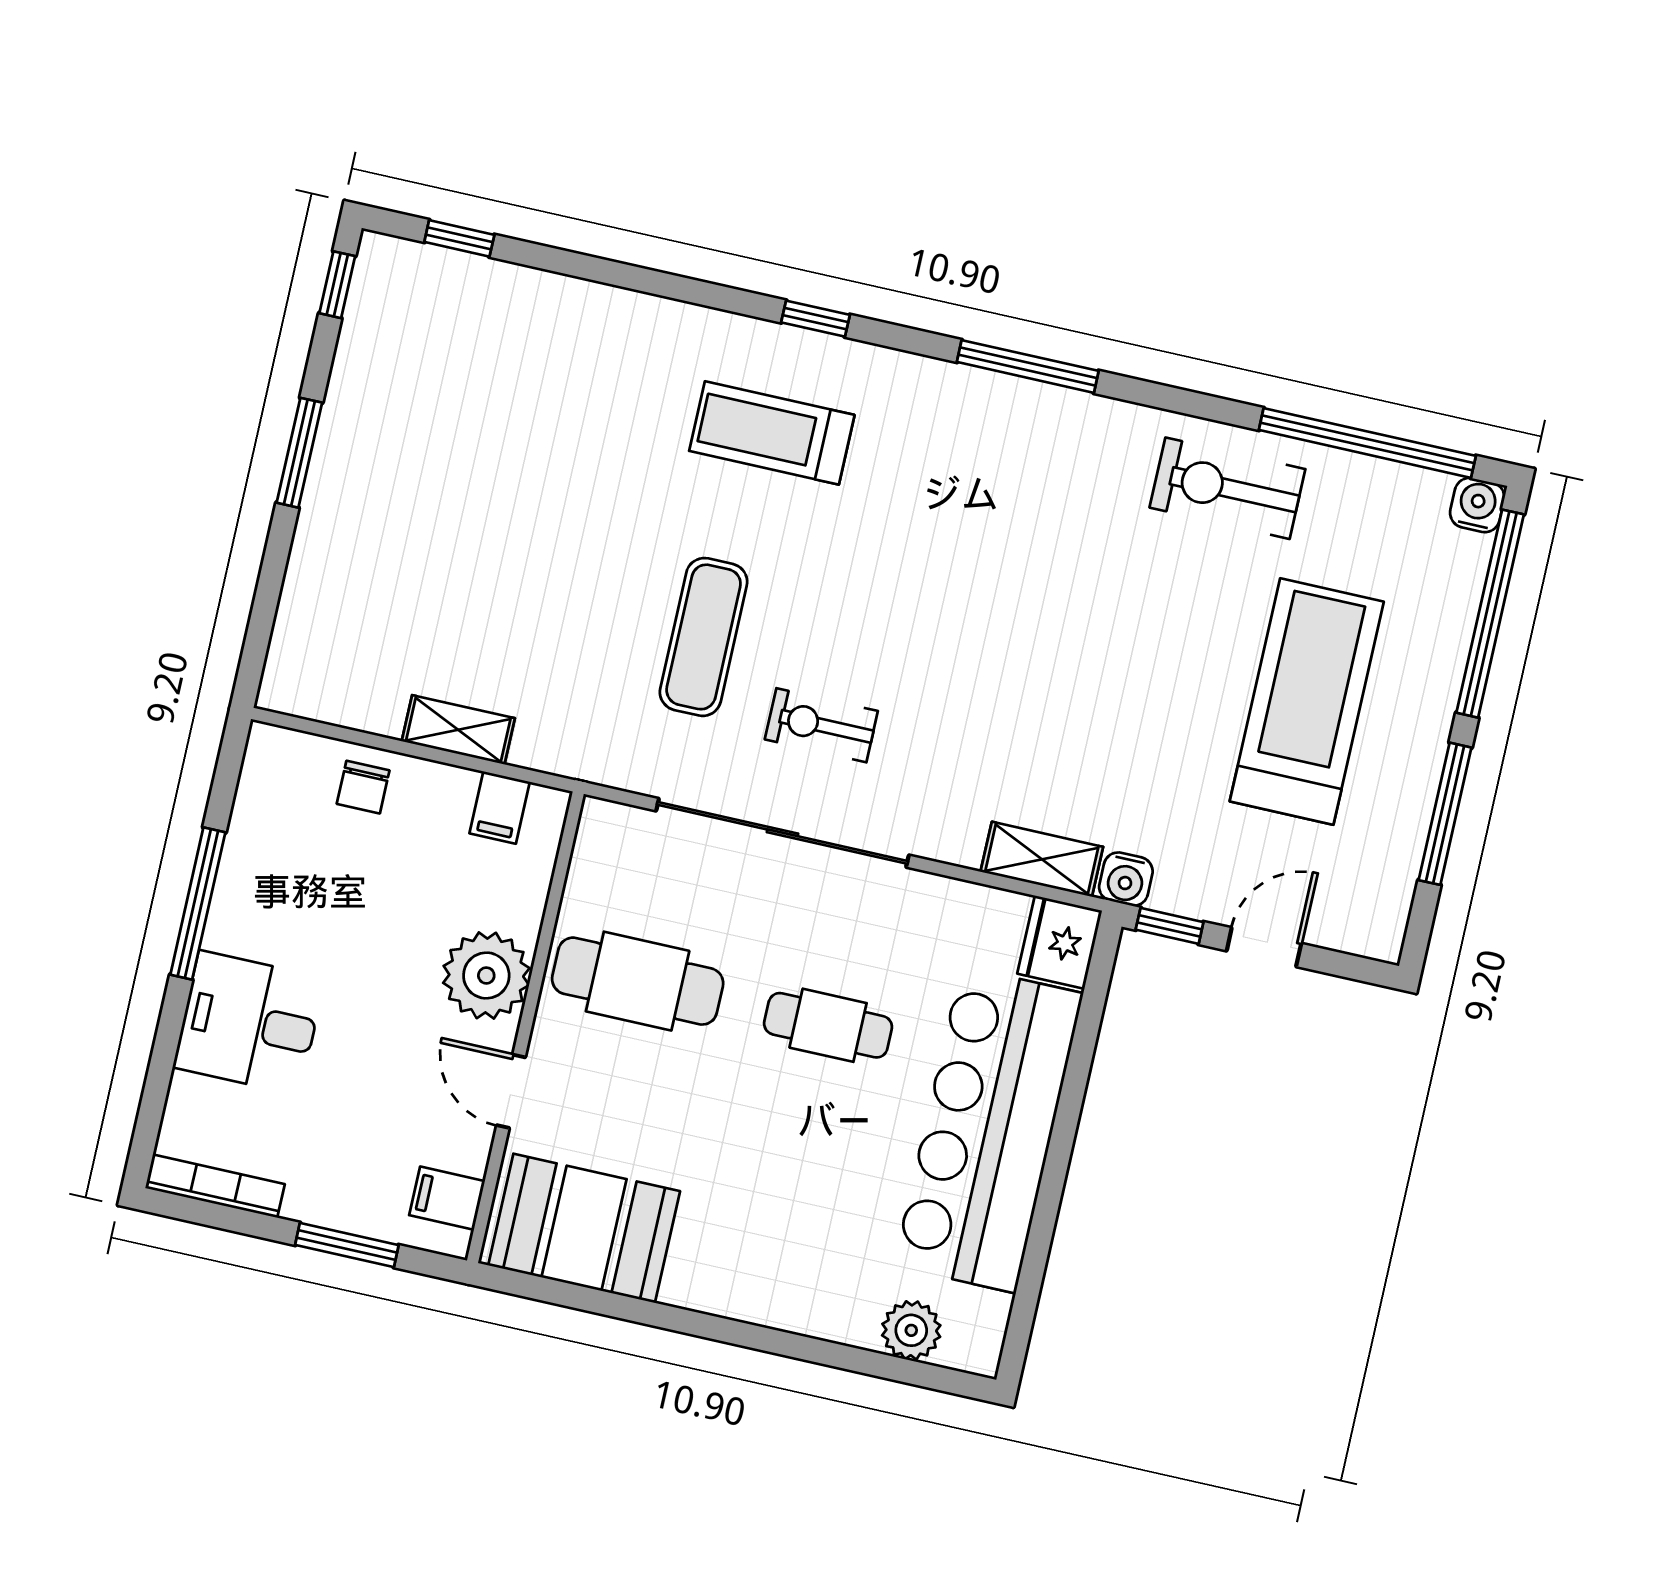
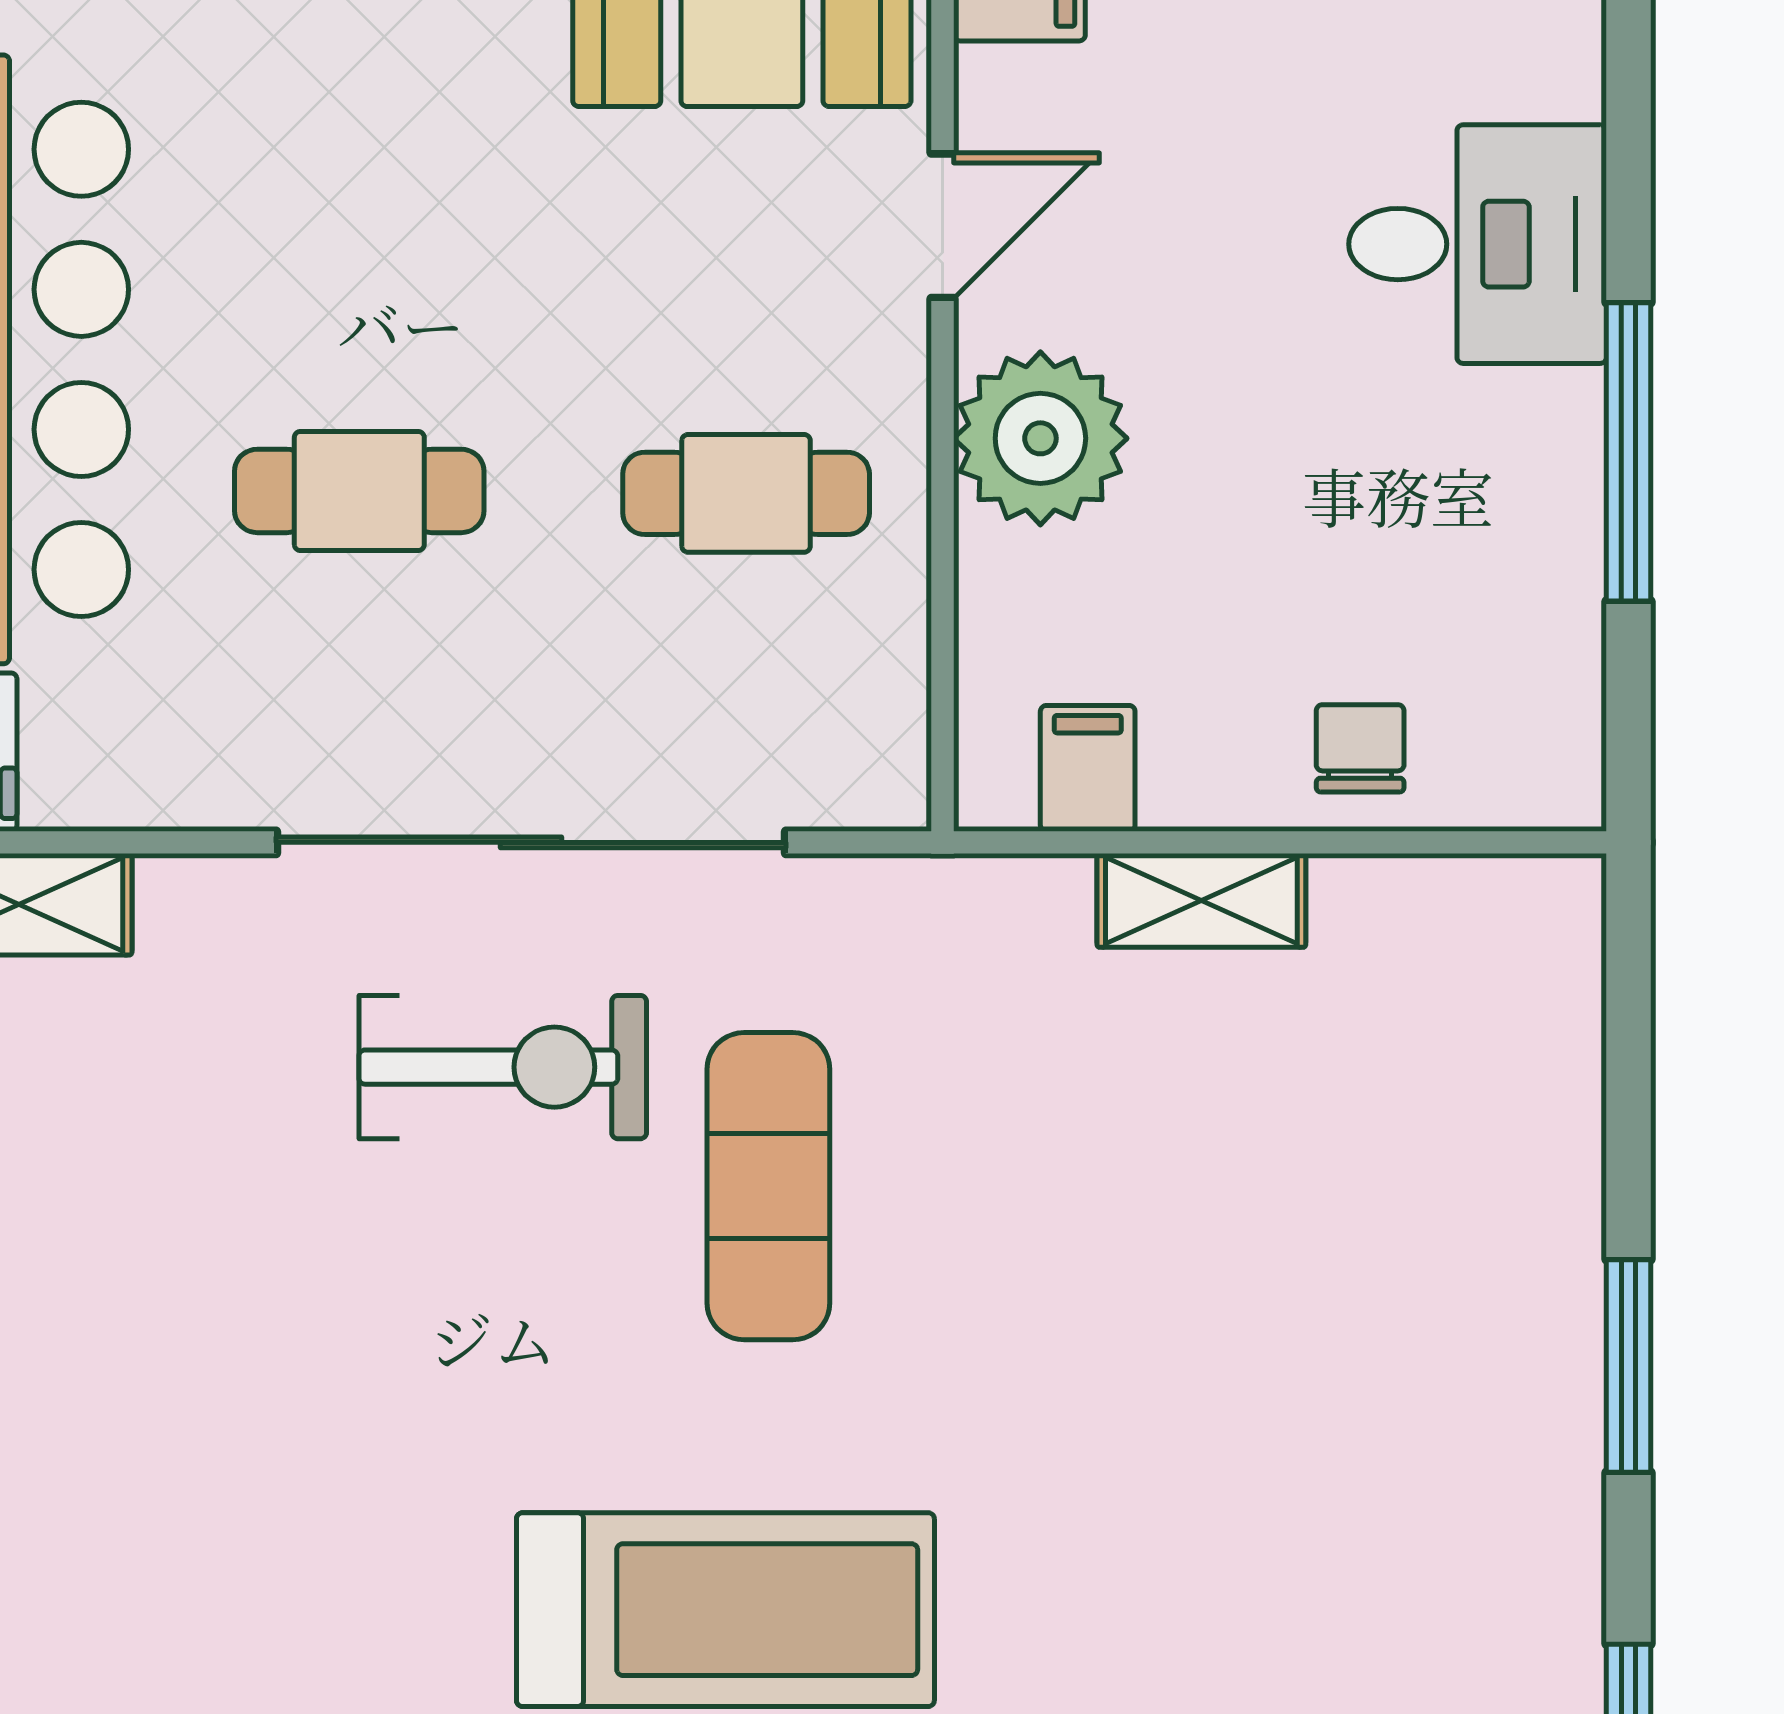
treadmill: (772, 433) -> (725, 1610), width x1.37, depth x1.38
exercise bike: (821, 725) -> (503, 1067), width x1.38, depth x1.39
cafe table: (638, 981) -> (746, 493), width x0.73, depth x0.74
door: (511, 1091) -> (943, 226), hinge flipped

